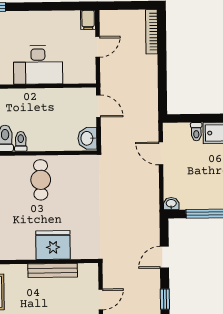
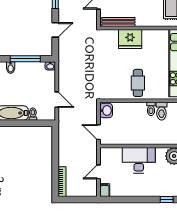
bench: (53, 270) -> (118, 22), moved

